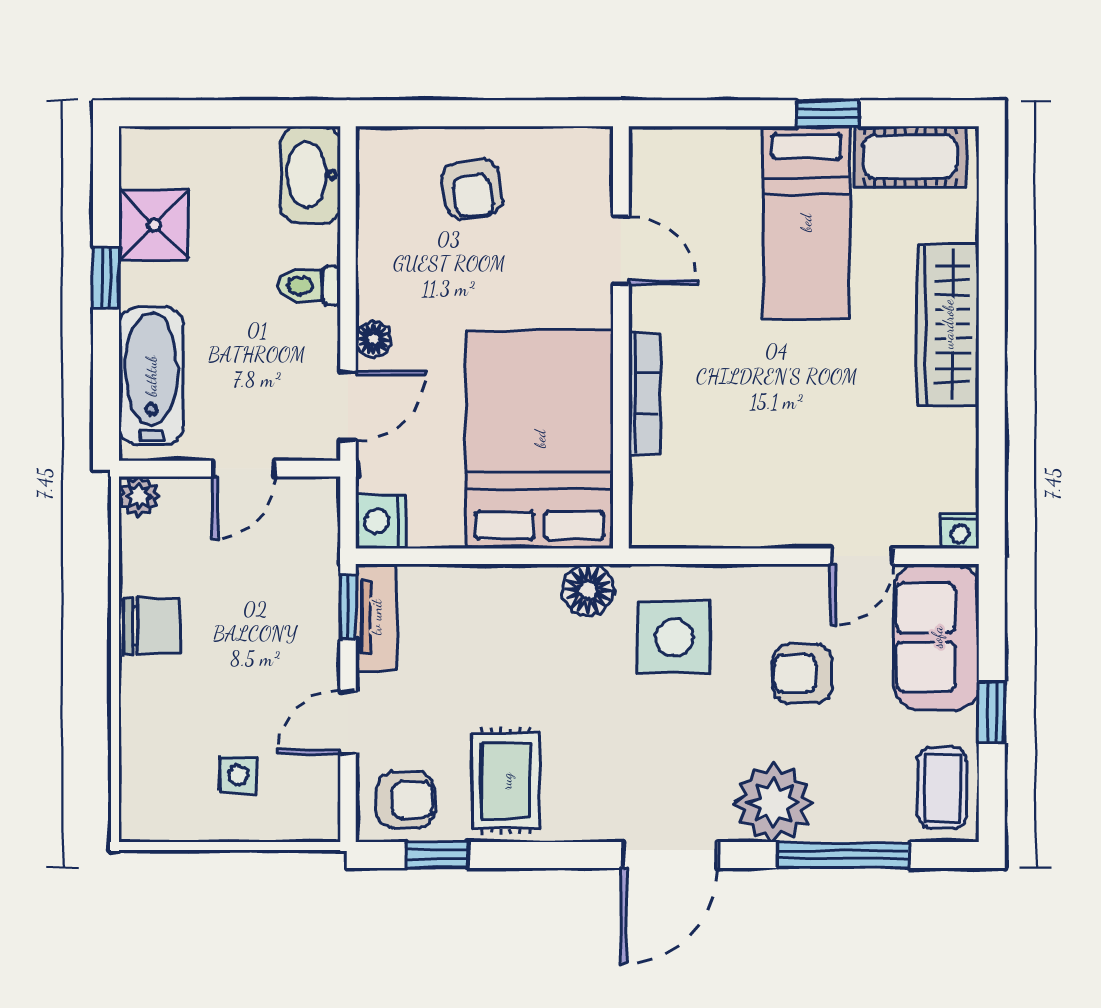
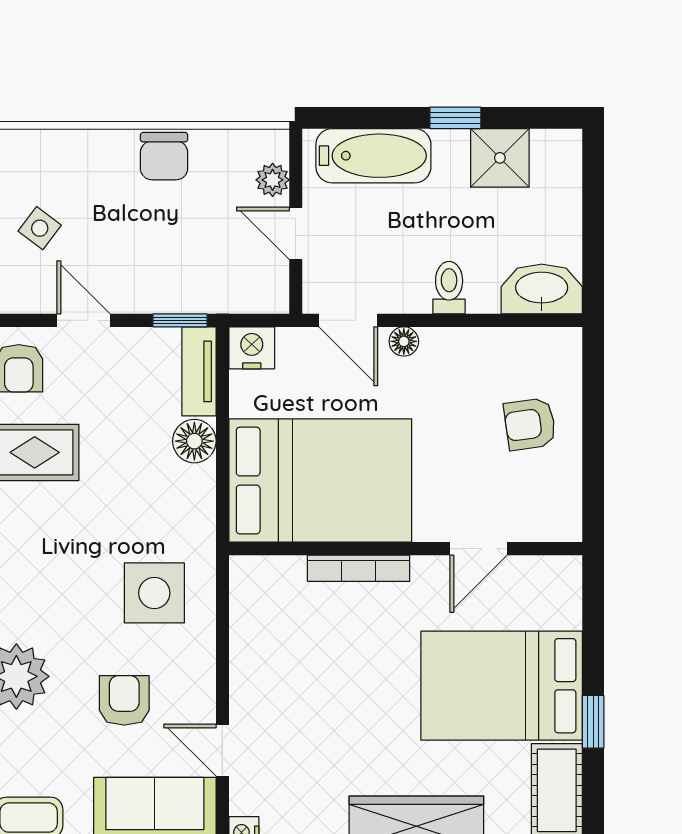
bed: (806, 223) -> (502, 686), width x1.50
plant: (139, 496) -> (273, 180), moved
floor lamp: (588, 590) -> (194, 441), moved
tv unit: (376, 617) -> (199, 371), moved, turned 90
side table: (238, 775) -> (40, 228), turned 37

